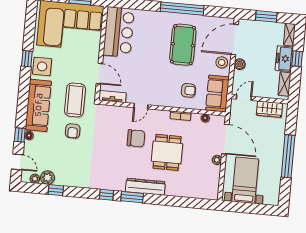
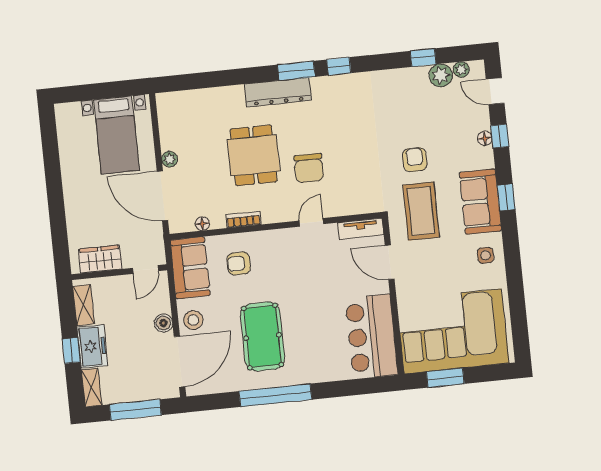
window: (266, 16) -> (135, 410), width x1.44
window: (27, 59) -> (506, 197), moved
side table: (42, 66) -> (486, 255), width x0.54, depth x0.54
sofa: (38, 105) -> (480, 202), width x0.73
chair: (136, 138) -> (309, 168), turned -90
window: (288, 156) -> (54, 188), removed

